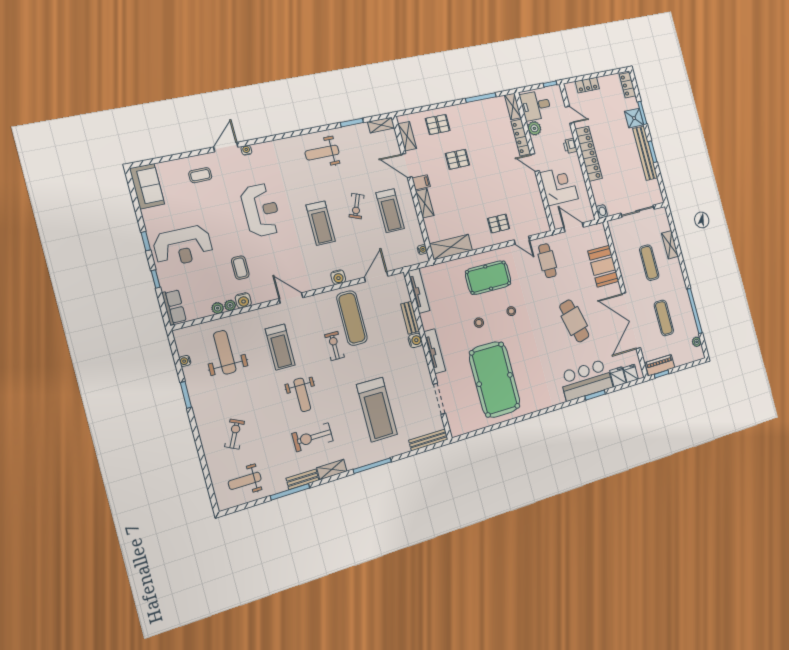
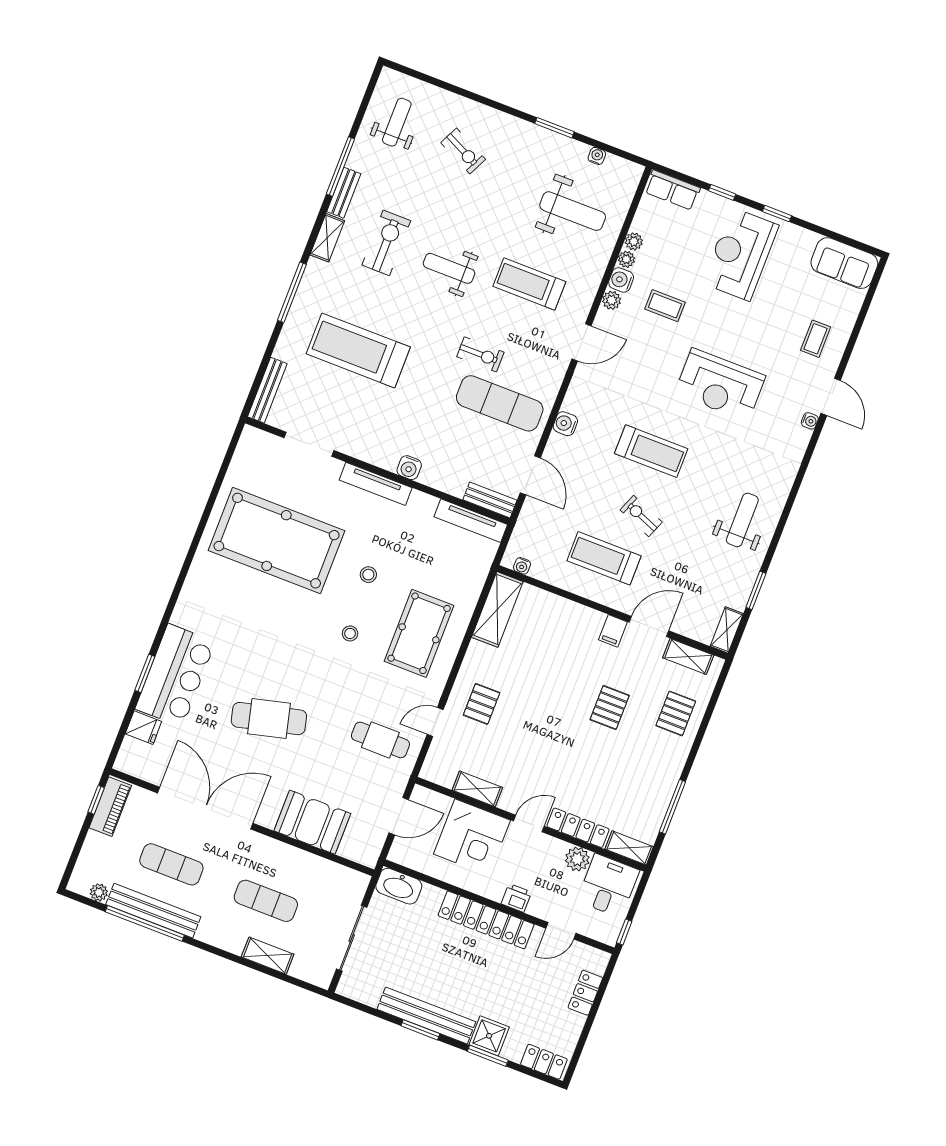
shelving: (425, 203) -> (477, 789), moved
washbasin: (602, 212) -> (399, 886), width x1.91, depth x1.45
treadmill: (321, 223) -> (651, 451), turned 180
plant: (258, 298) -> (612, 300), added
bench: (687, 311) -> (153, 911), added
bench: (410, 318) -> (490, 500), moved
fridge: (631, 373) -> (133, 751), removed

